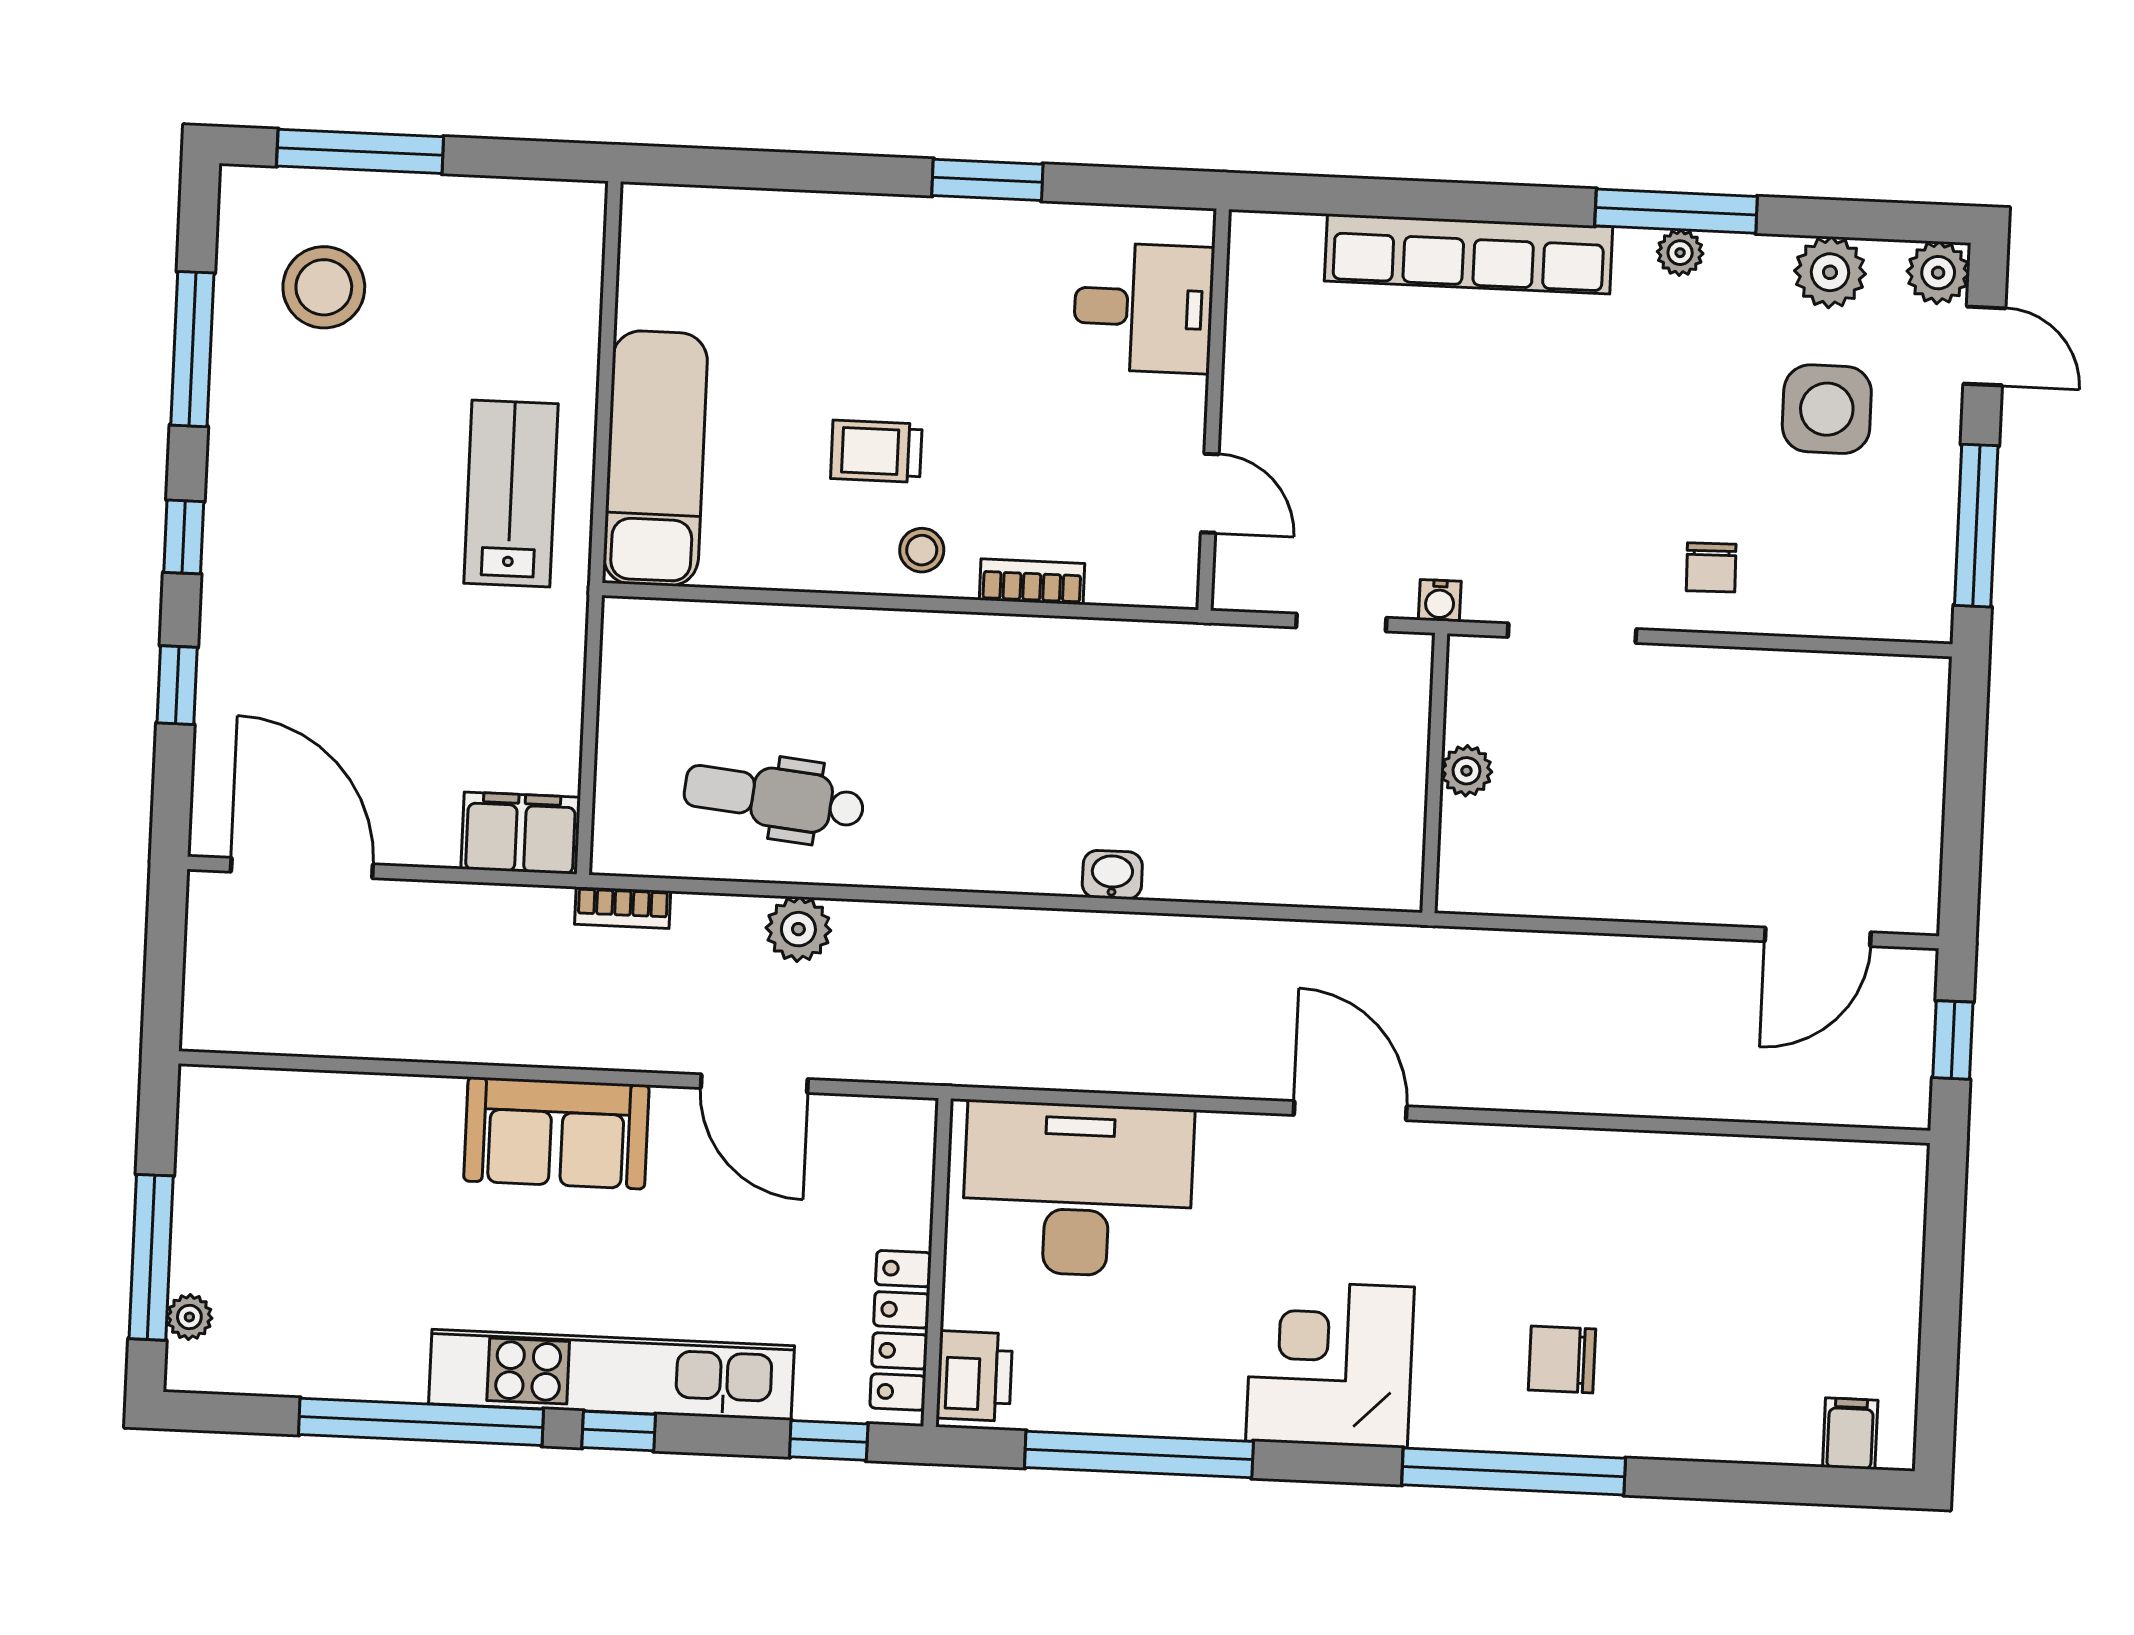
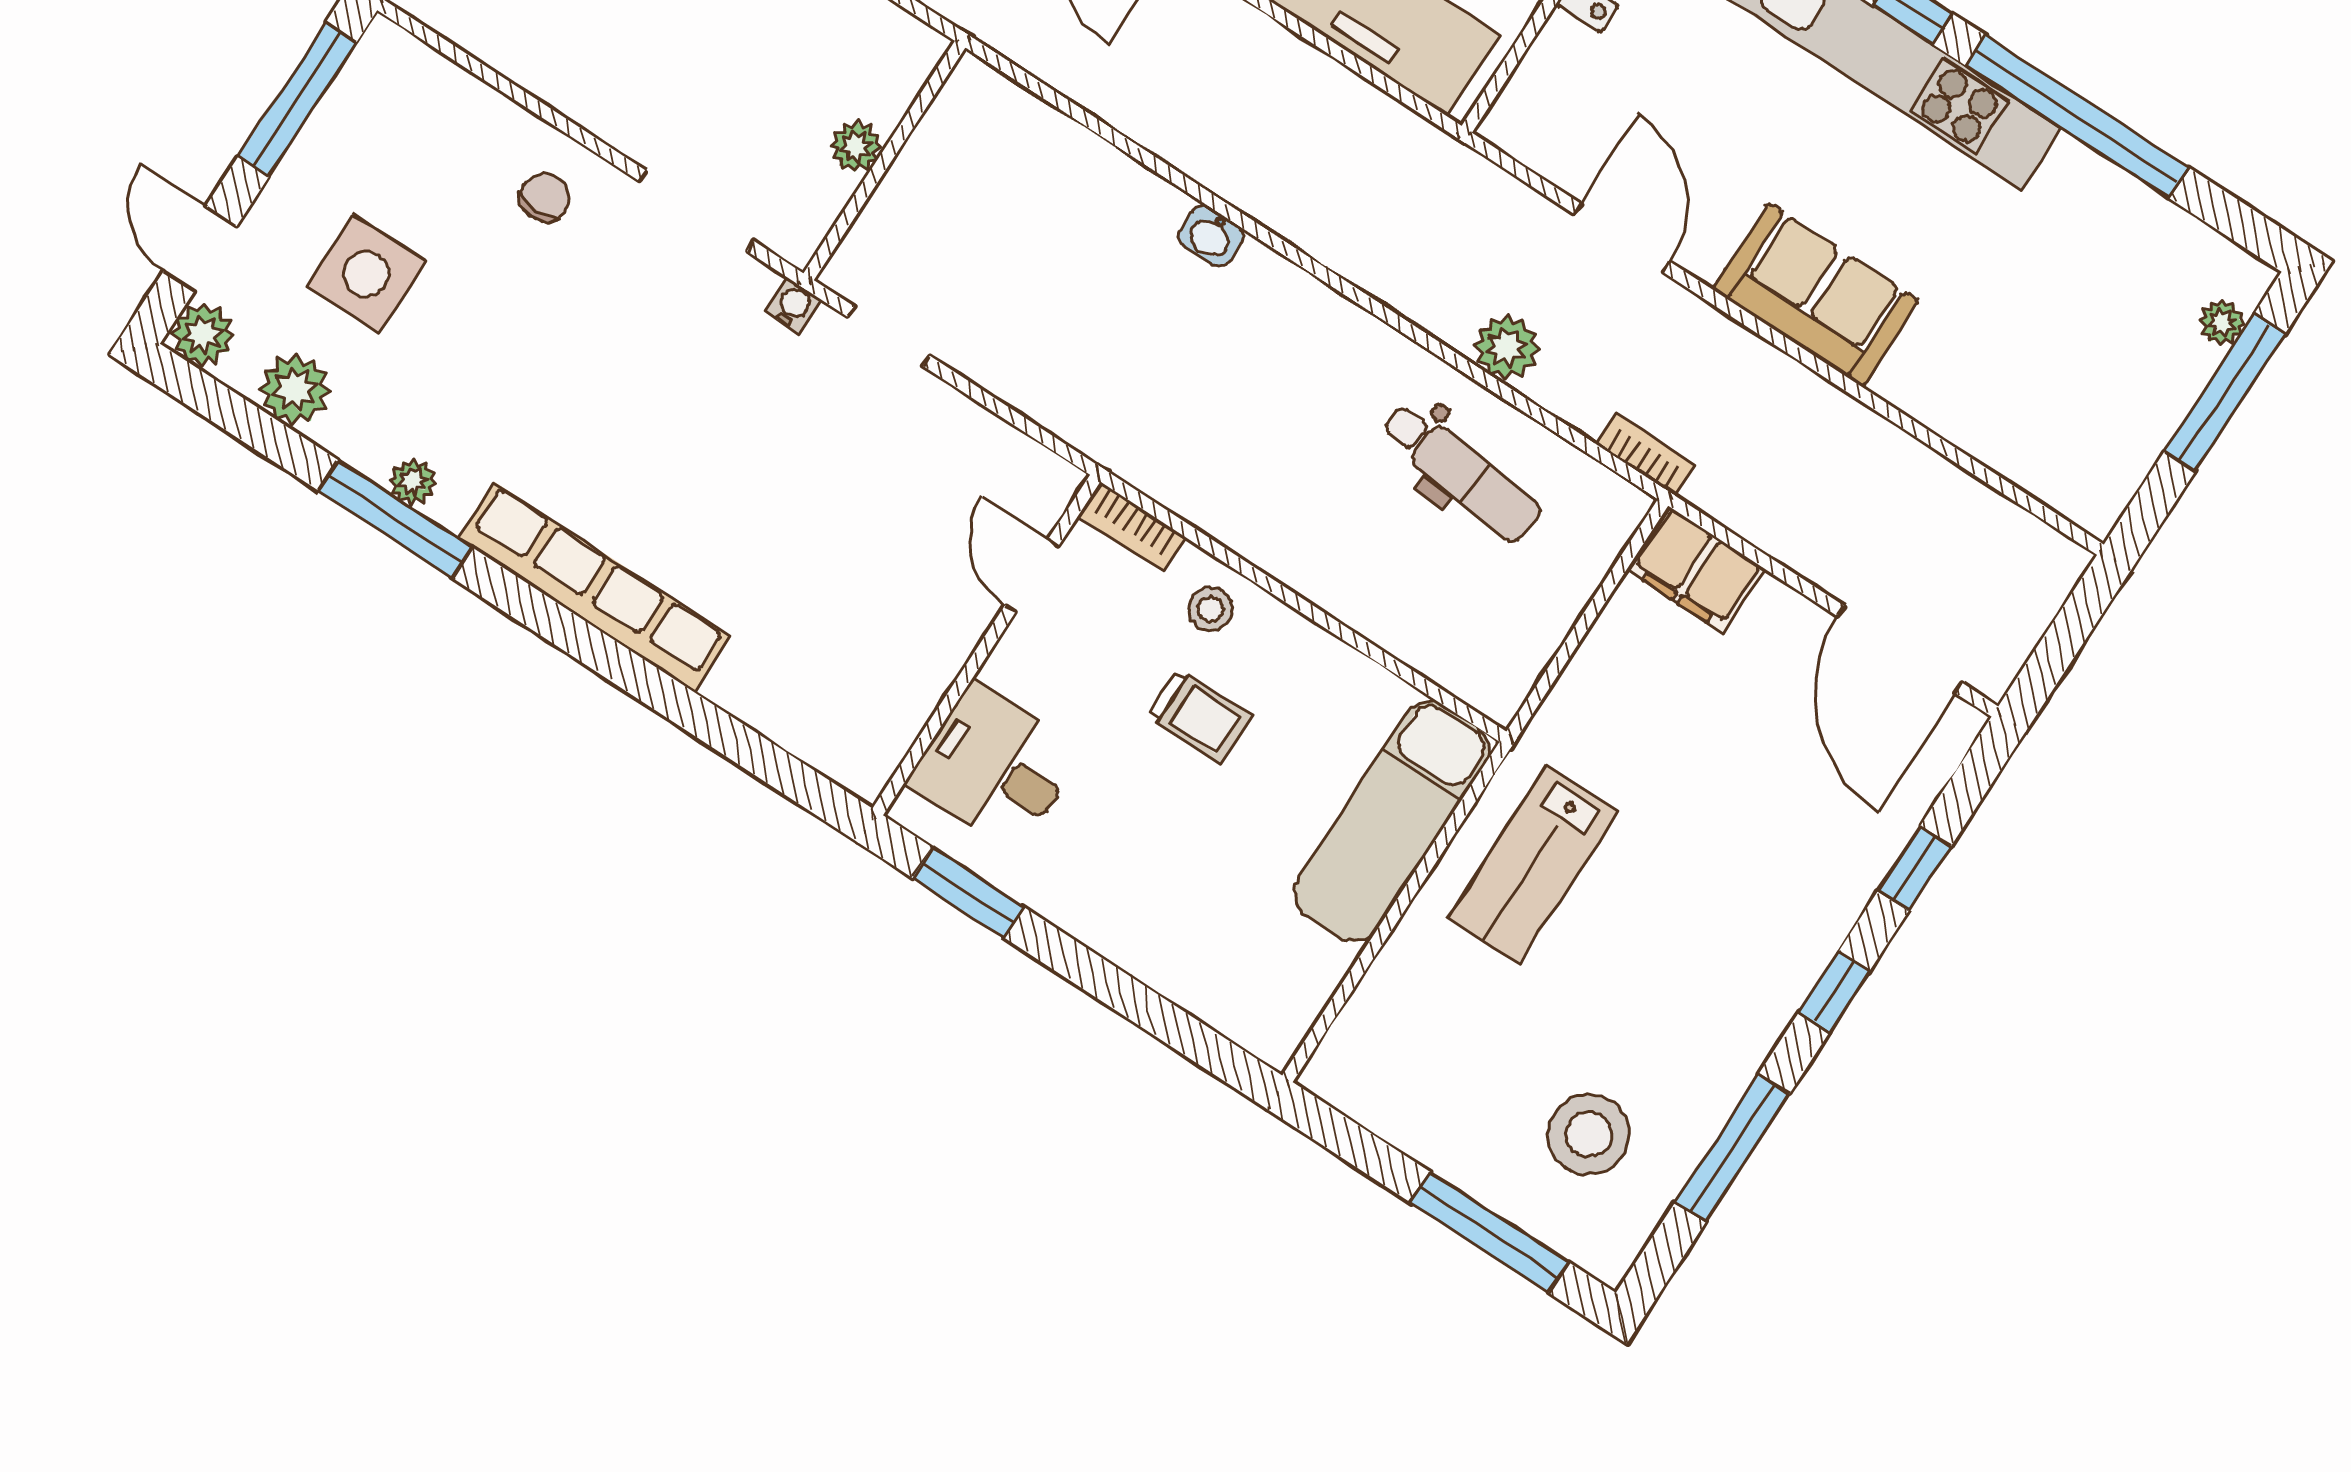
desk: (1143, 308) -> (995, 767), moved
wall: (1214, 410) -> (986, 645), moved
door: (1210, 493) -> (1032, 576), moved

